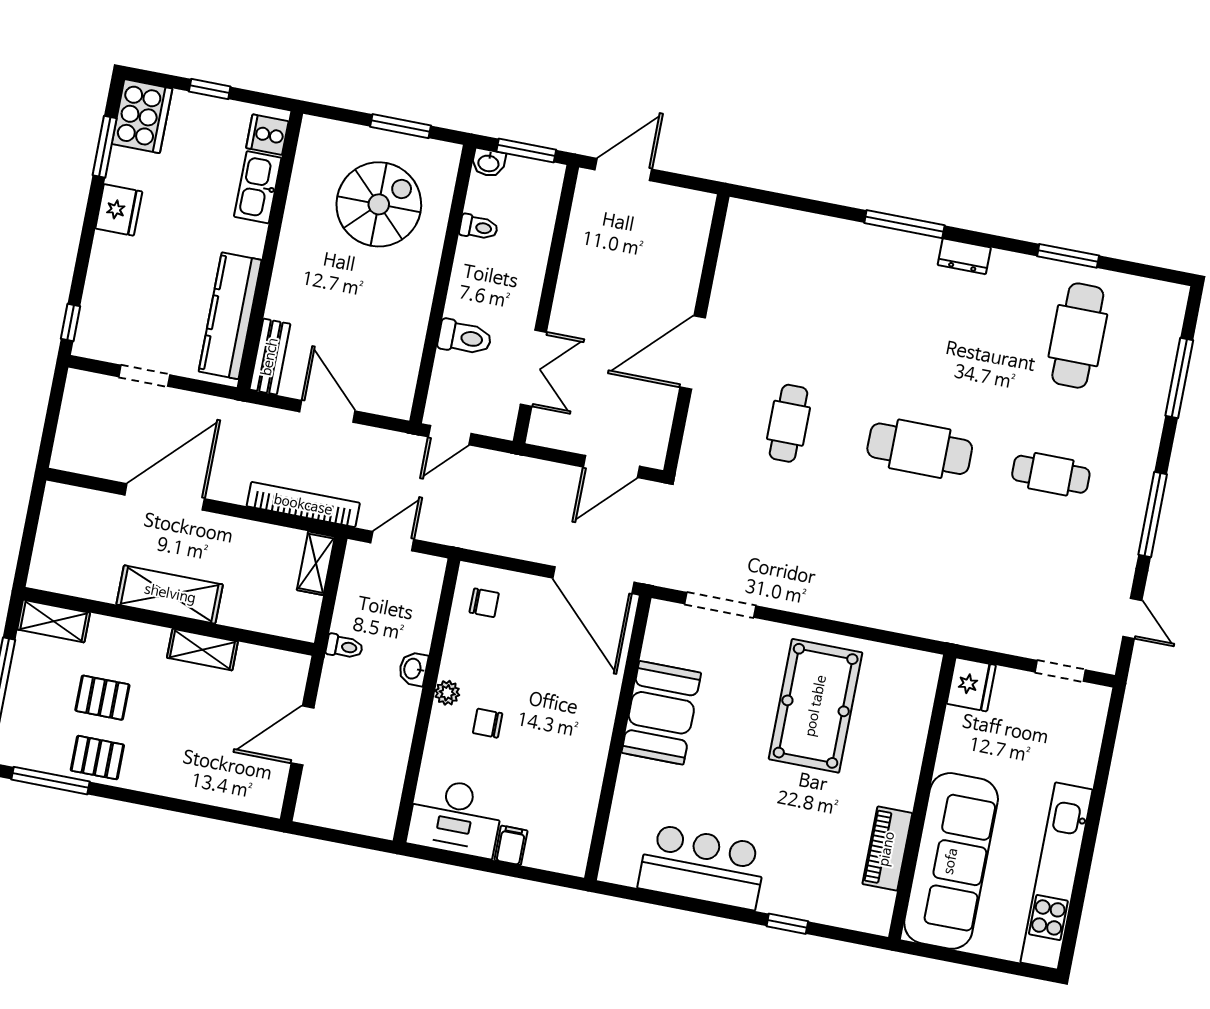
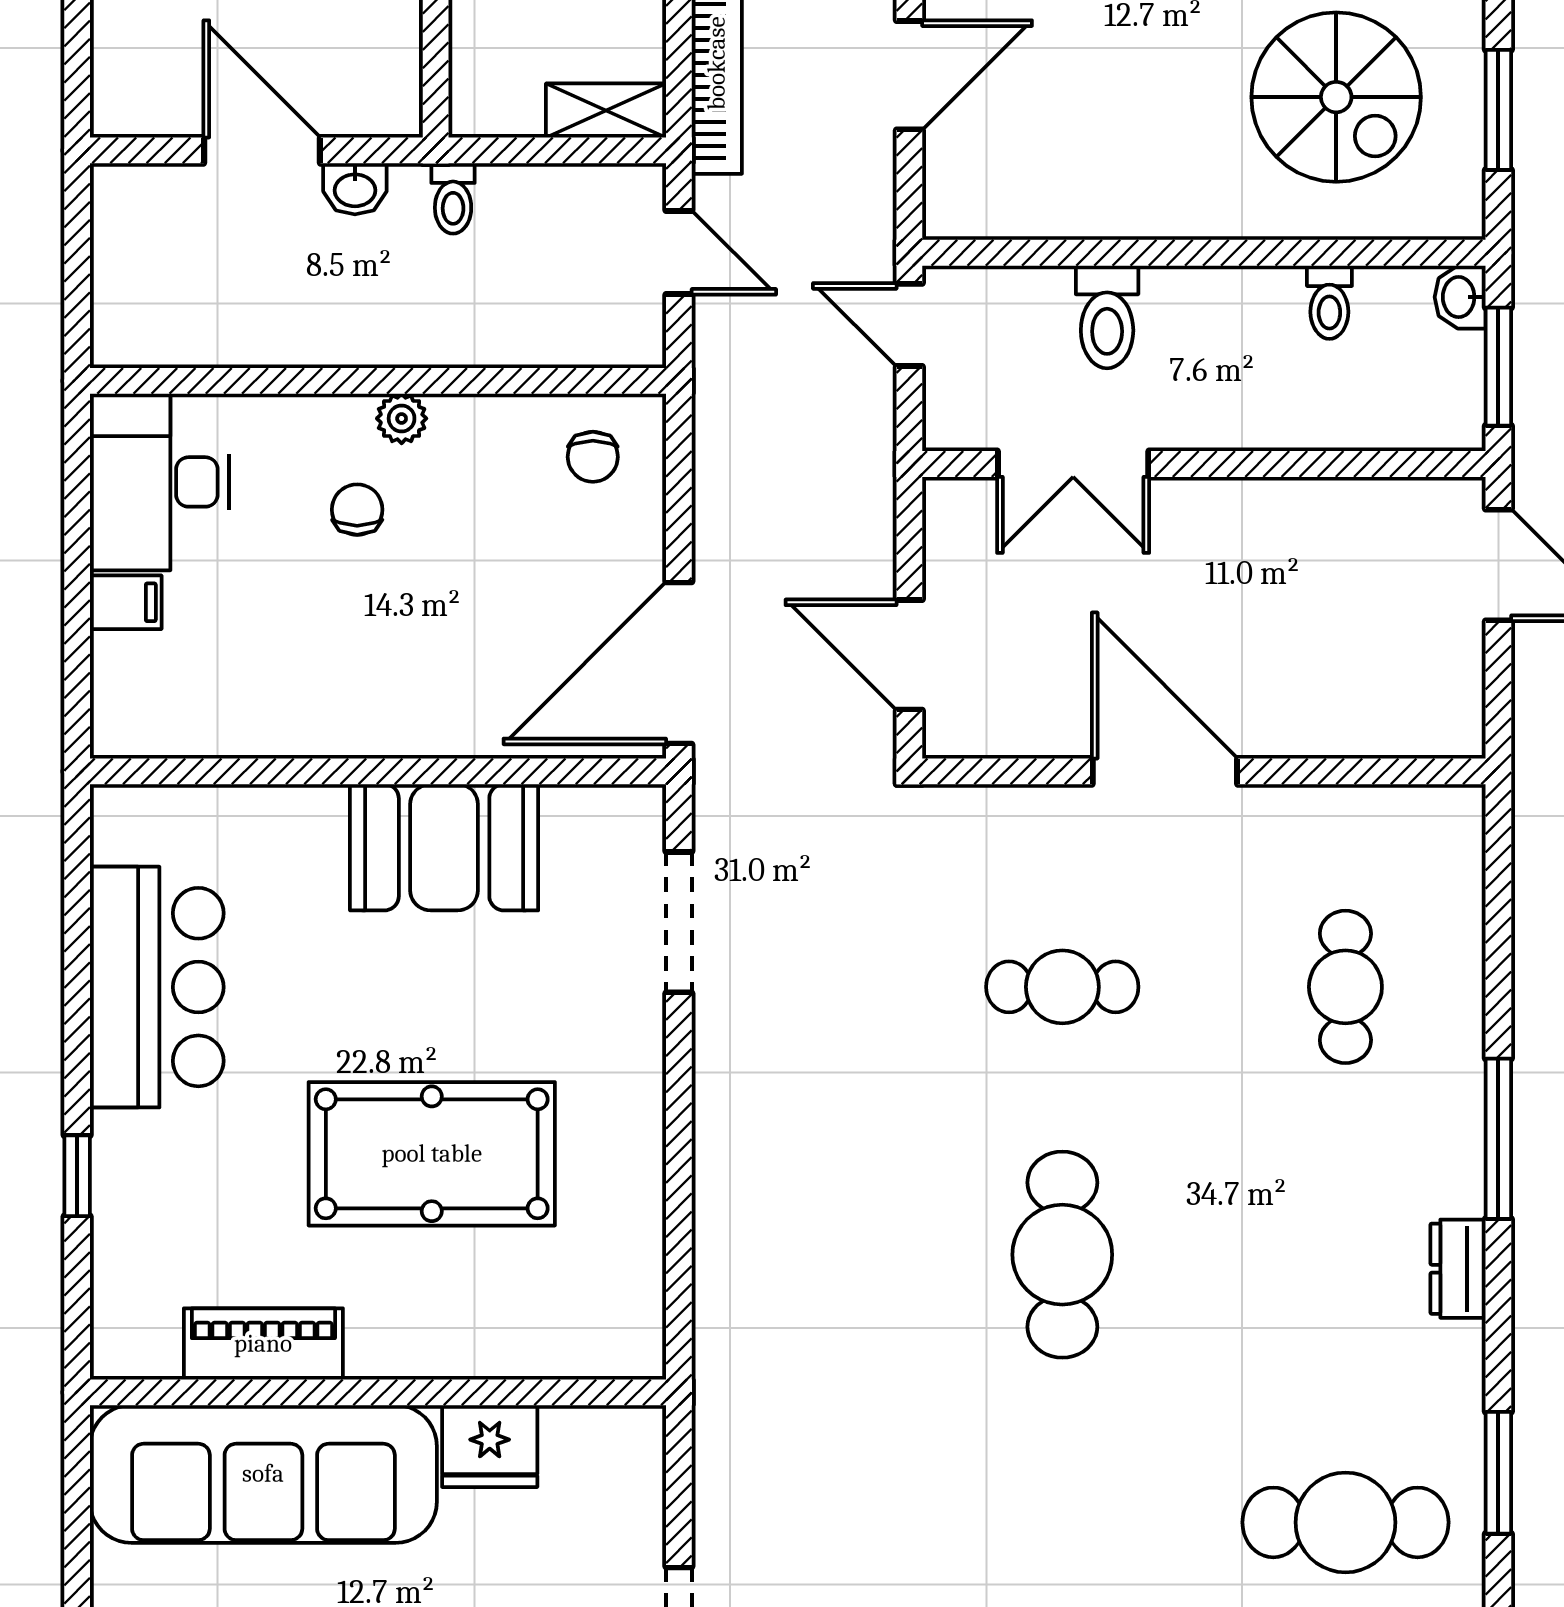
cafe table: (1051, 474) -> (1345, 987), moved
washbasin: (413, 669) -> (355, 189), moved, turned 180
fridge: (971, 684) -> (490, 1446), moved
pool table: (816, 706) -> (432, 1154), moved

